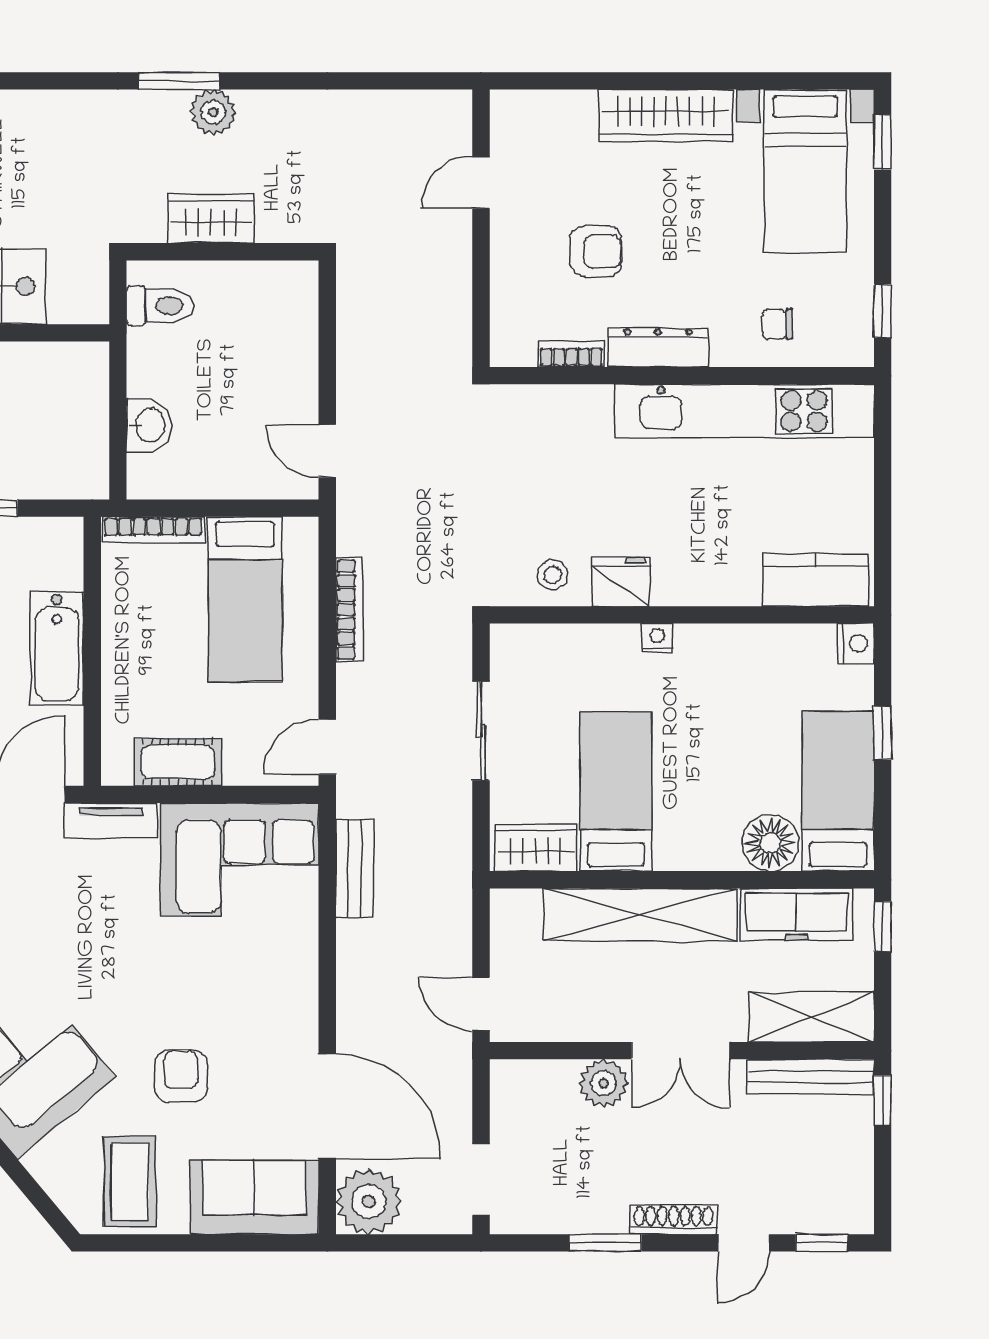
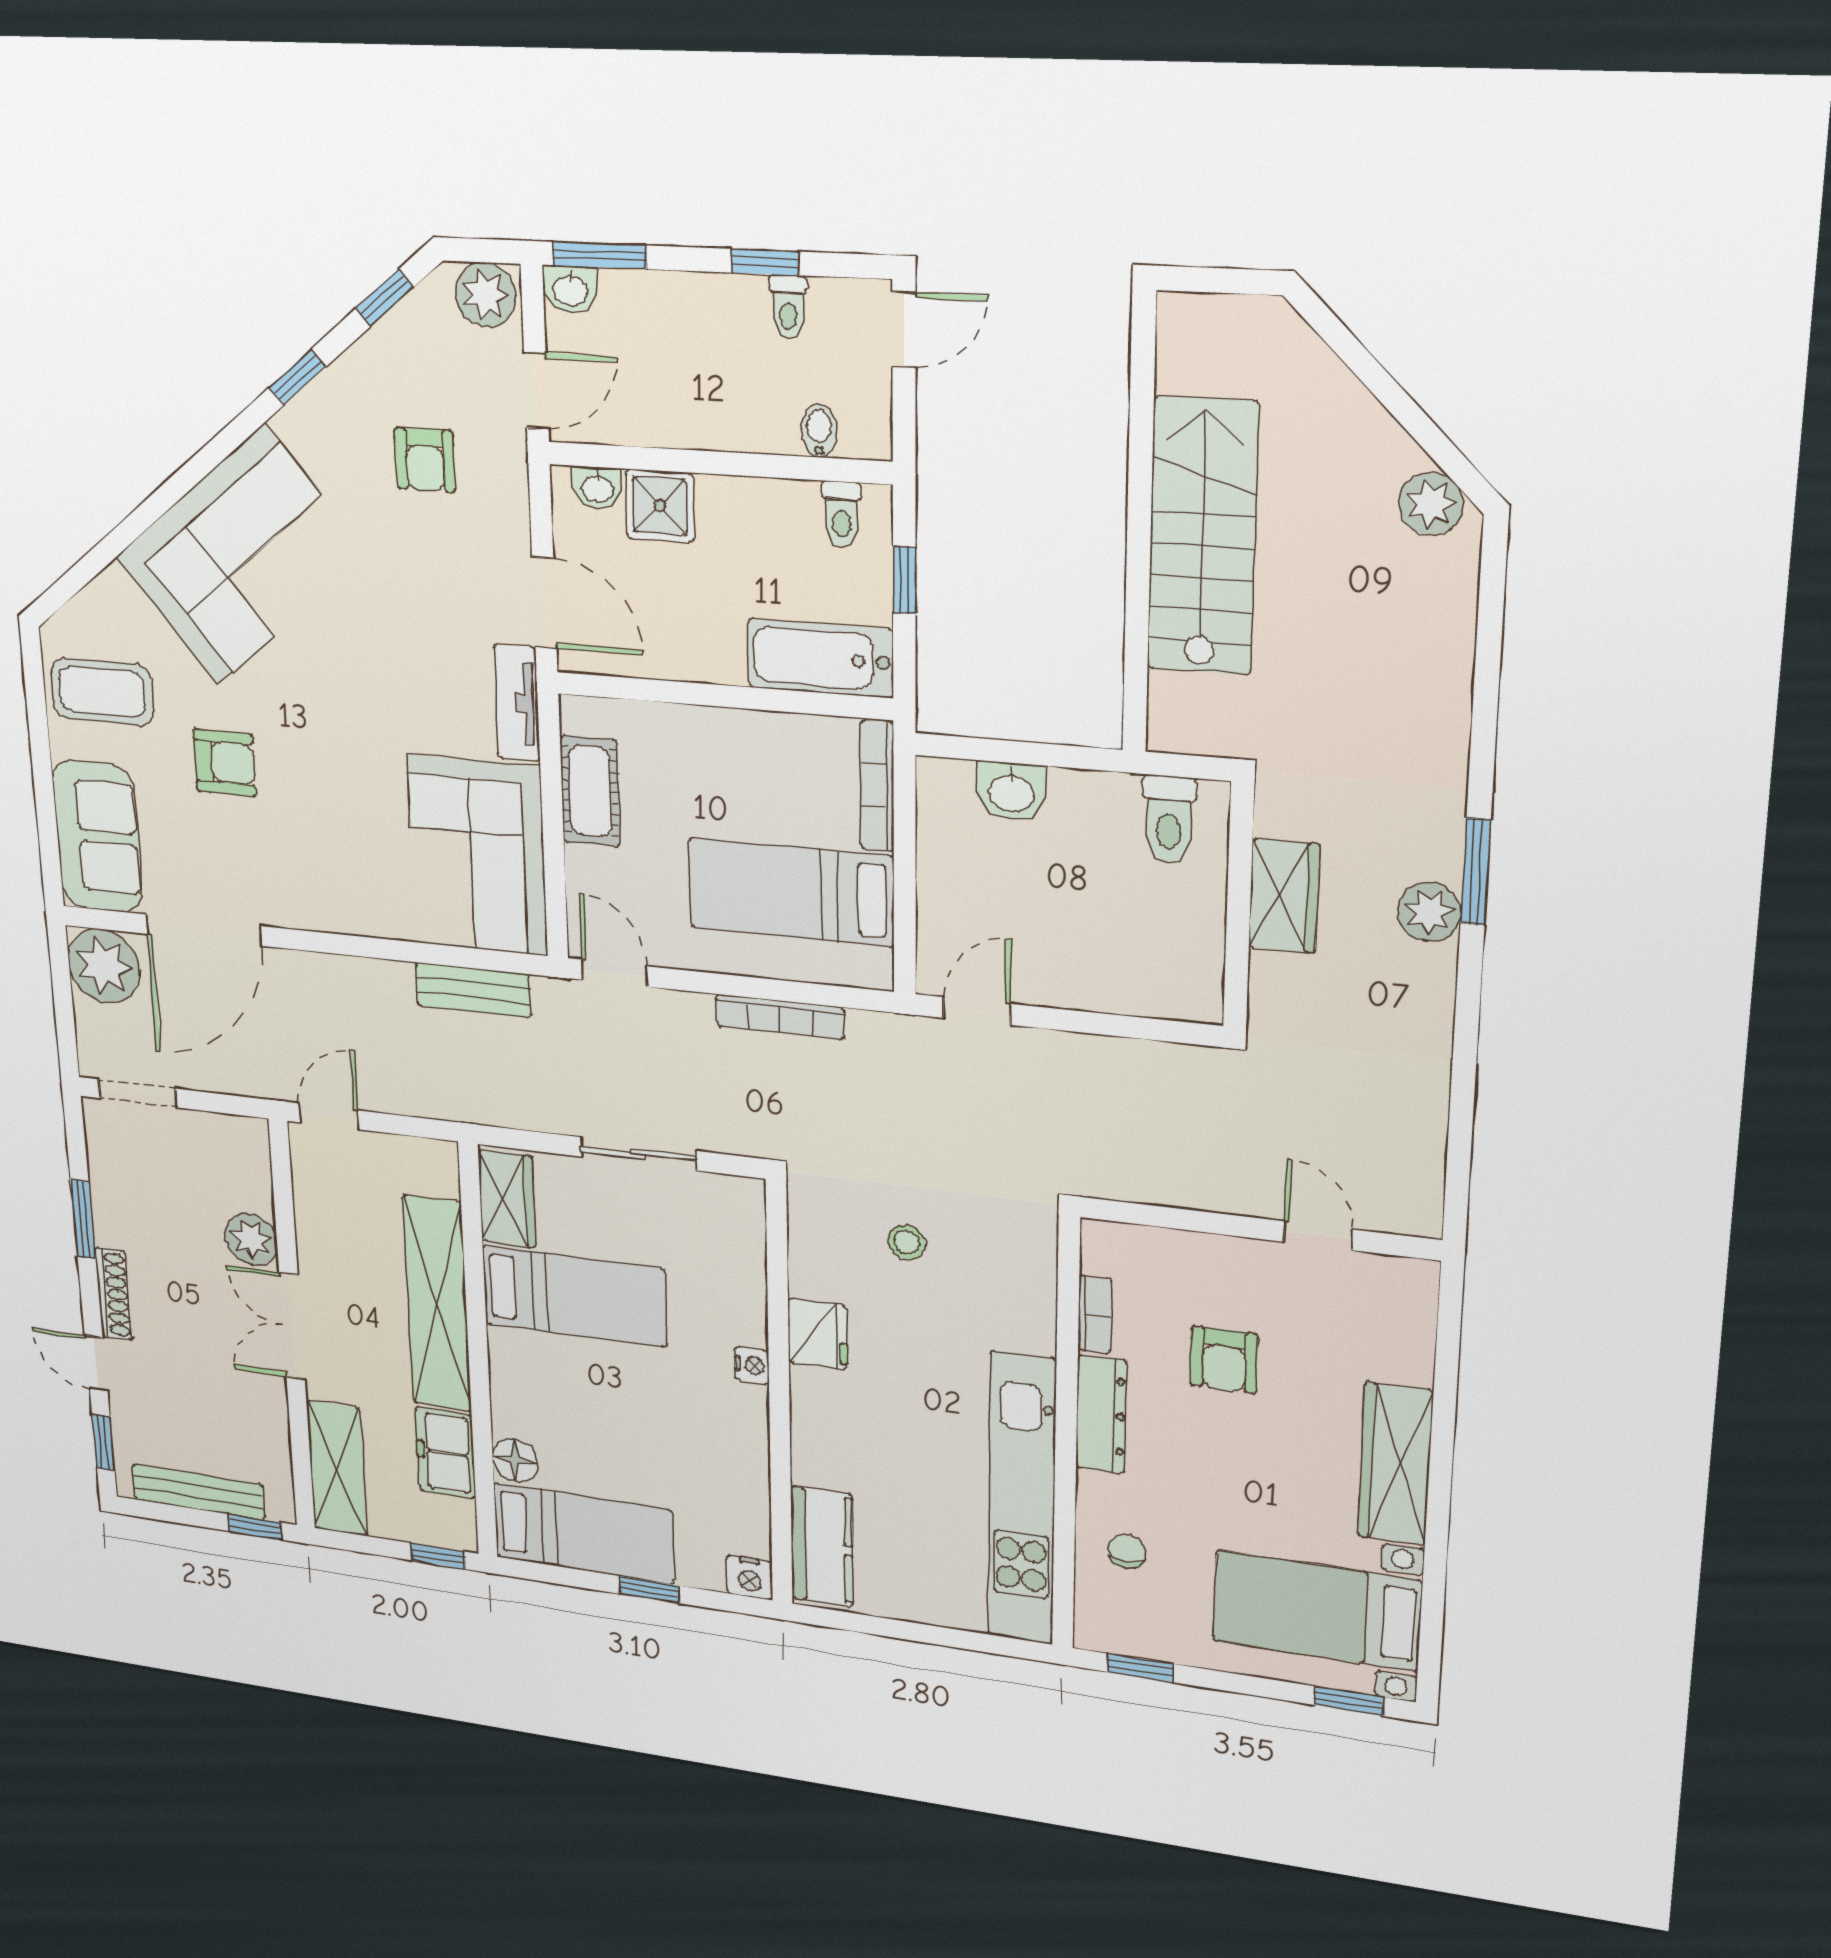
stool: (552, 575) -> (907, 1242), moved
bathtub: (57, 649) -> (820, 658), moved
floor lamp: (770, 843) -> (515, 1460), width x0.73, depth x0.73
freezer: (796, 914) -> (445, 1453), width x0.71
bench: (811, 1077) -> (198, 1492), moved, turned 90

